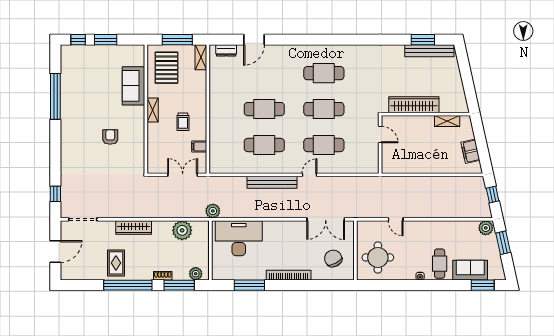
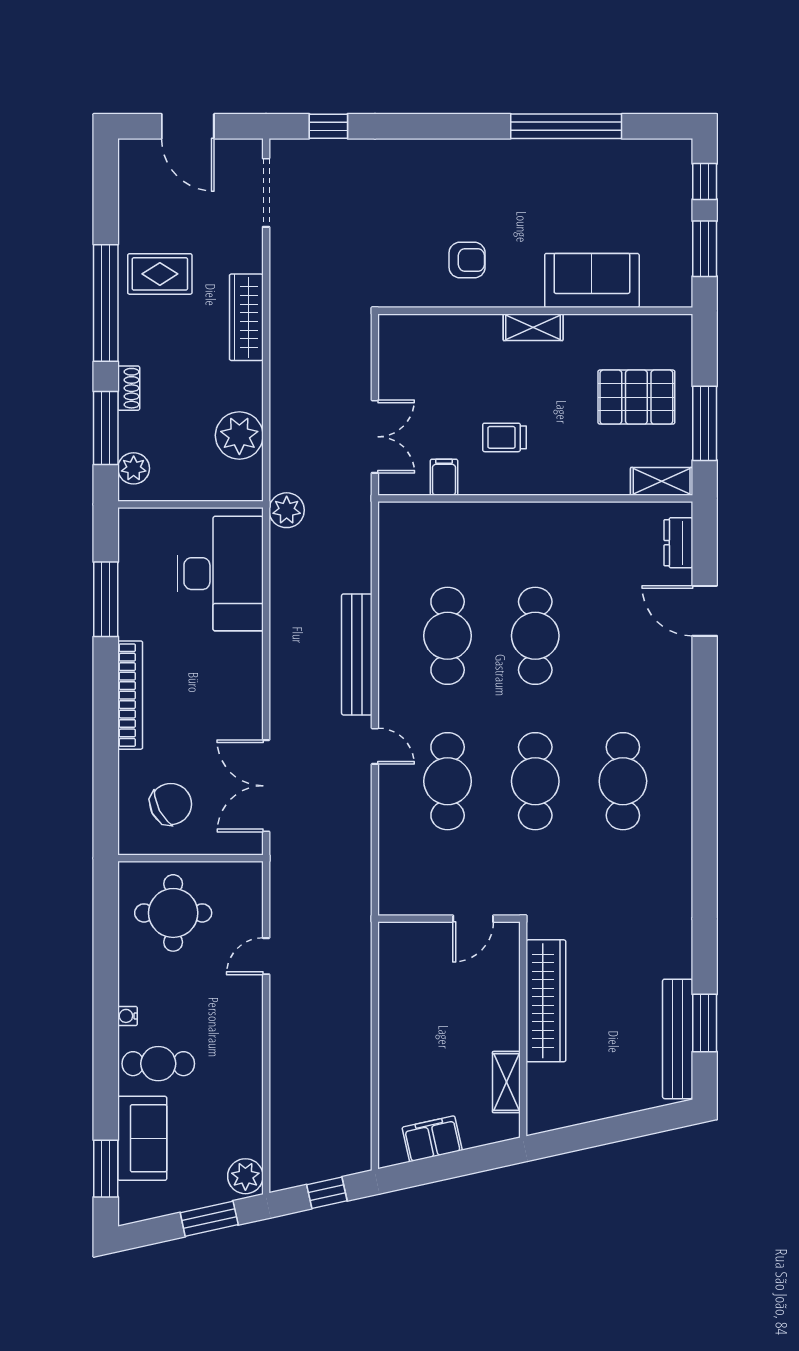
sofa: (134, 86) -> (592, 281), moved
wall: (146, 109) -> (535, 311), moved
shelving: (153, 110) -> (533, 327), moved

